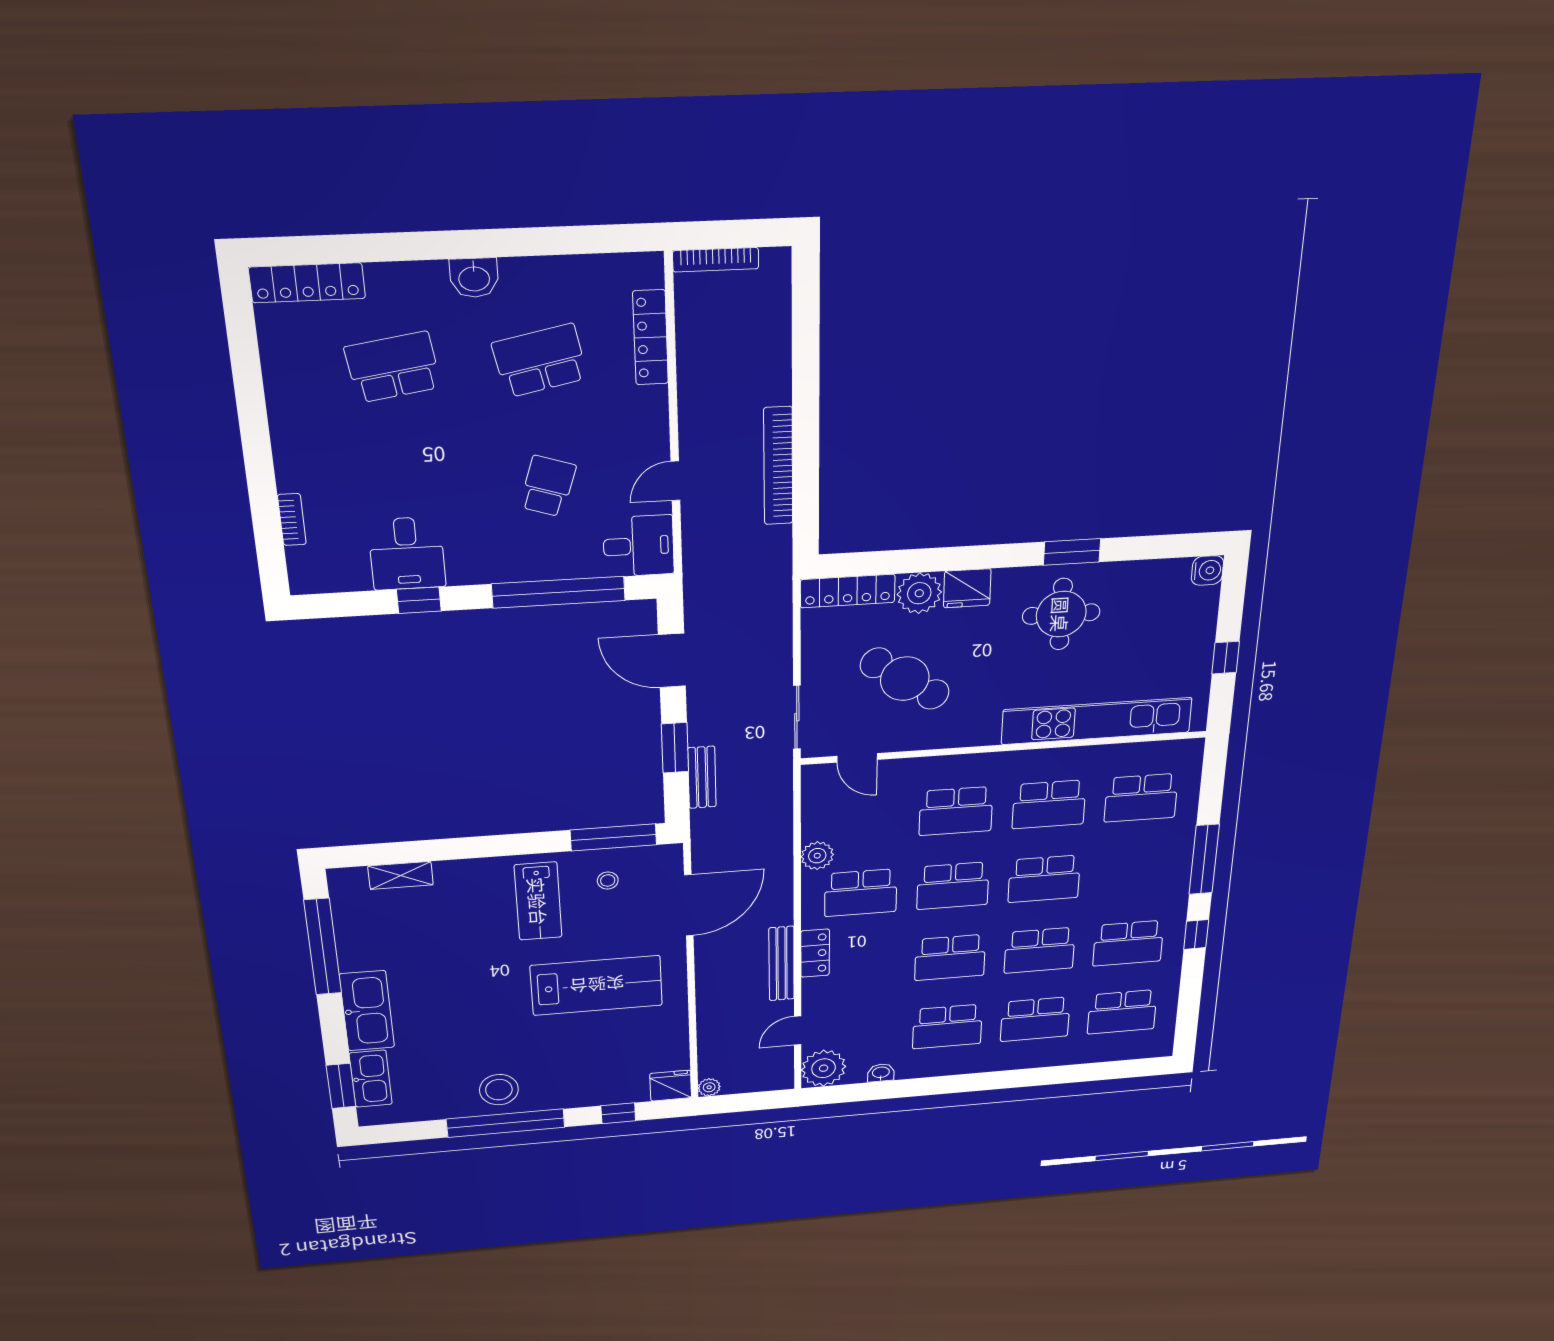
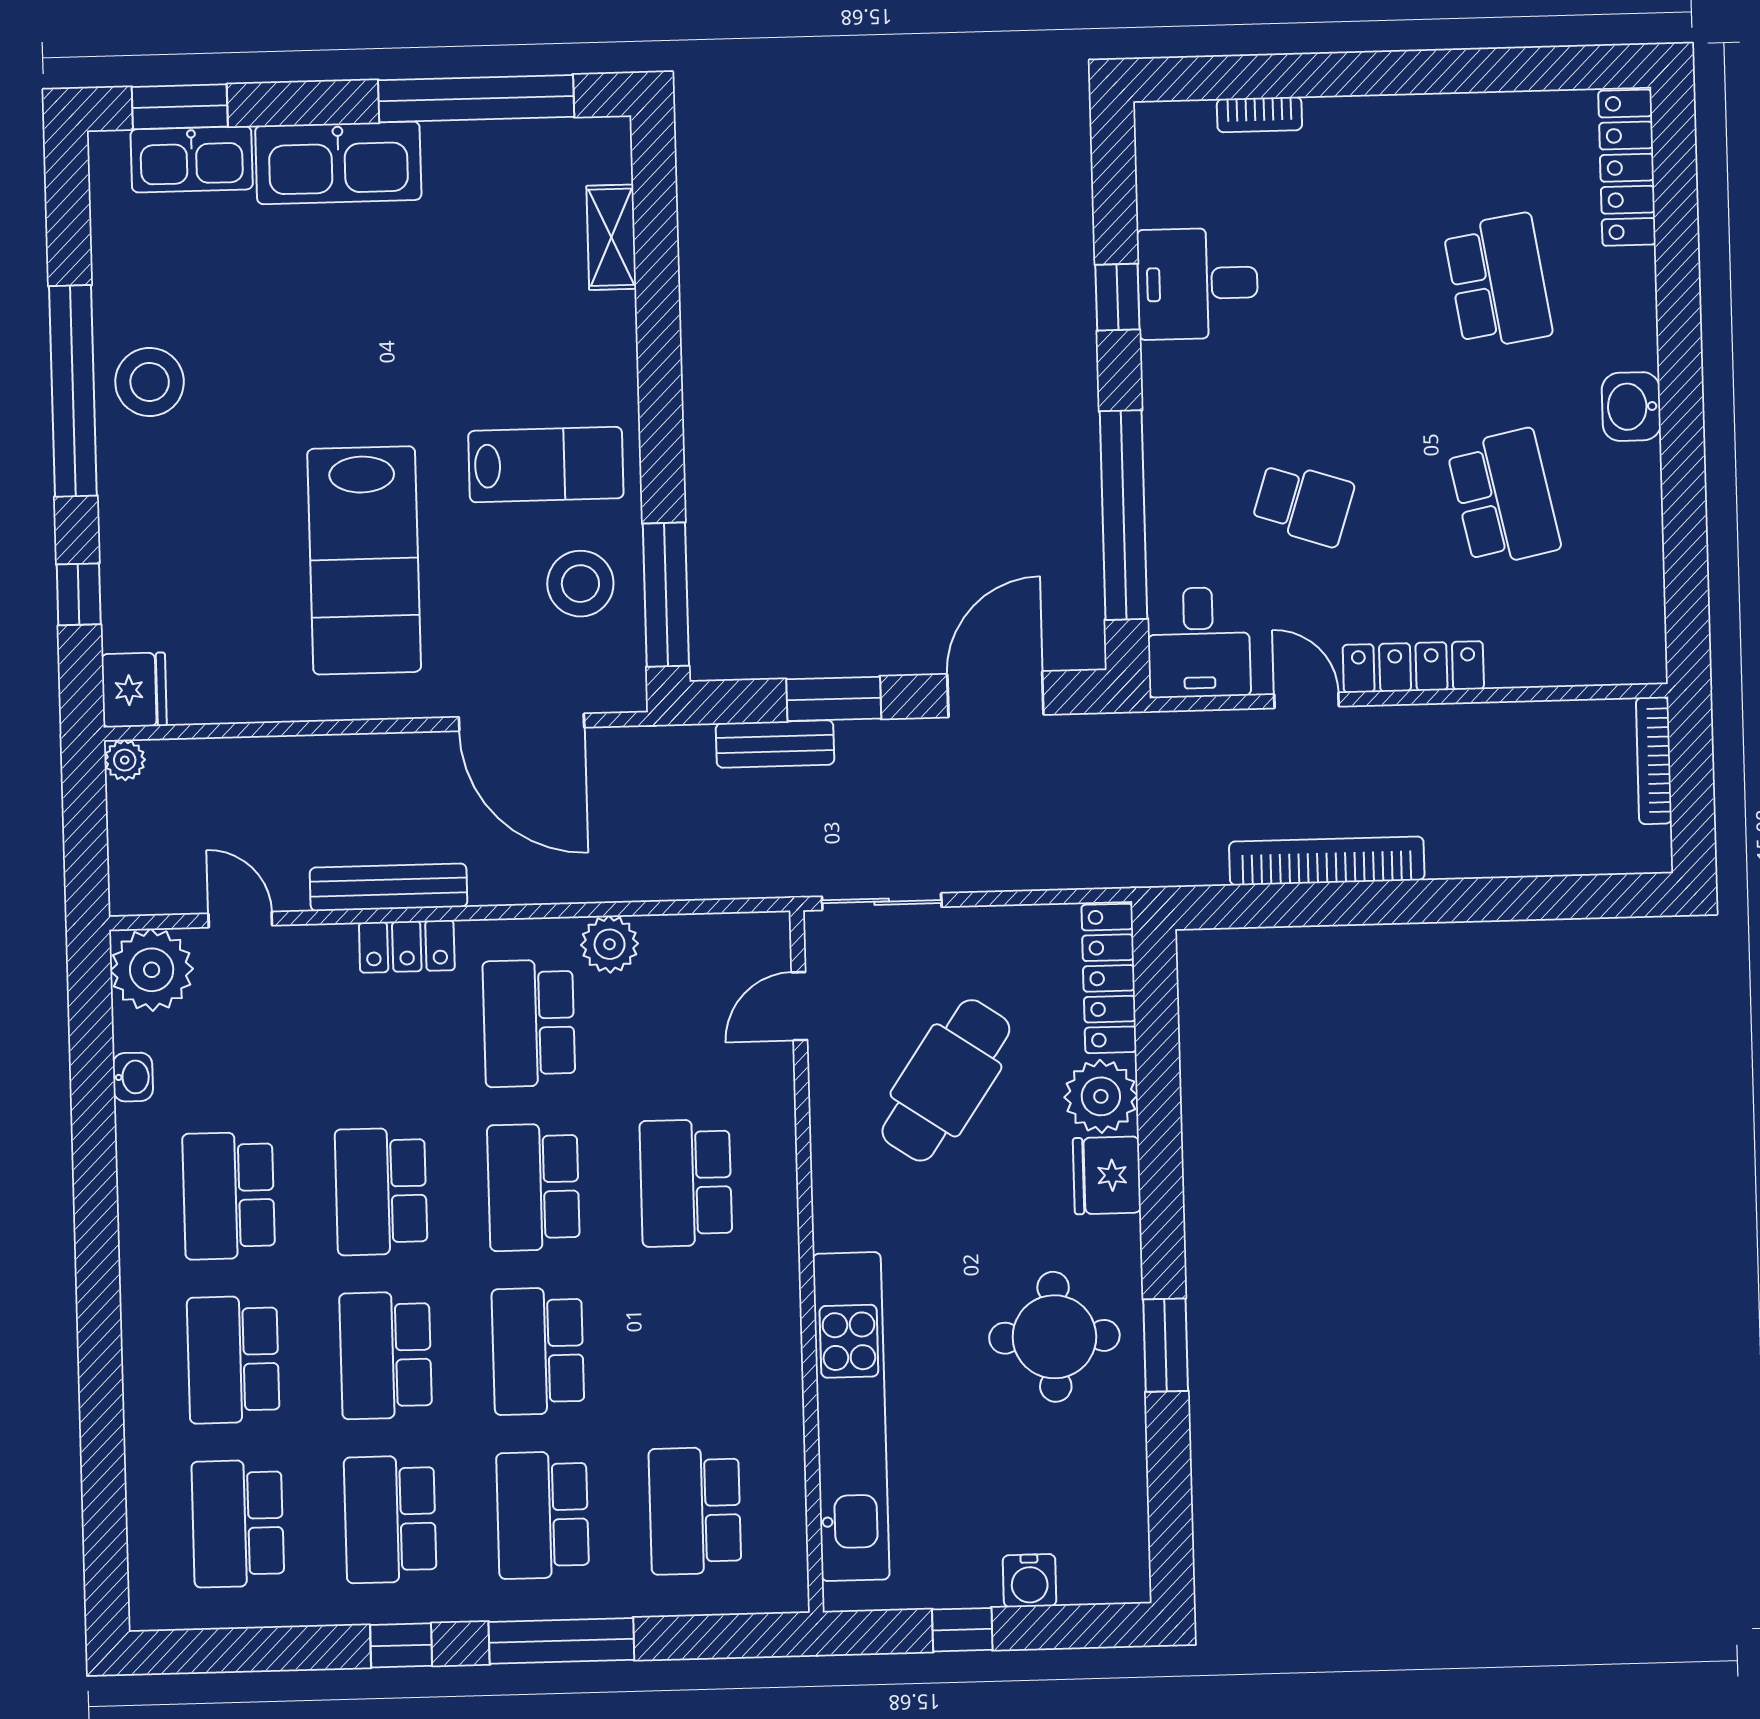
locker: (651, 338) -> (1413, 667), moved
water cooler: (1207, 570) -> (1030, 1581), moved
school desk: (1049, 804) -> (543, 1515), moved
stool: (608, 880) -> (580, 584), width x1.89, depth x1.89
lab bench: (538, 901) -> (546, 465), turned 180

